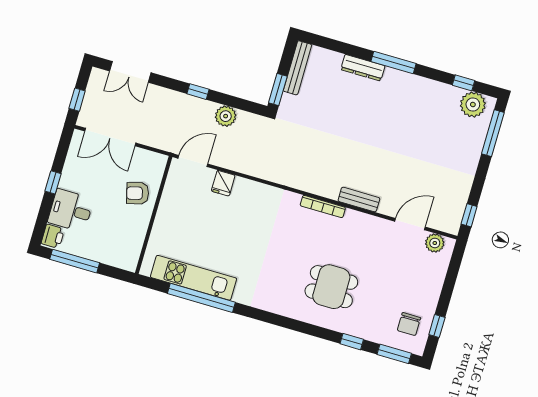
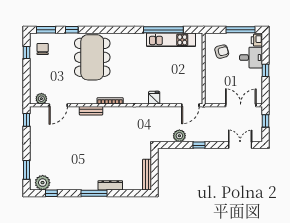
window: (278, 89) -> (154, 159), removed
window: (493, 133) -> (27, 170), width x0.69
fridge: (223, 183) -> (154, 98), moved
armchair: (138, 193) -> (222, 52), moved
dining table: (331, 287) -> (92, 57), width x1.88, depth x1.24

